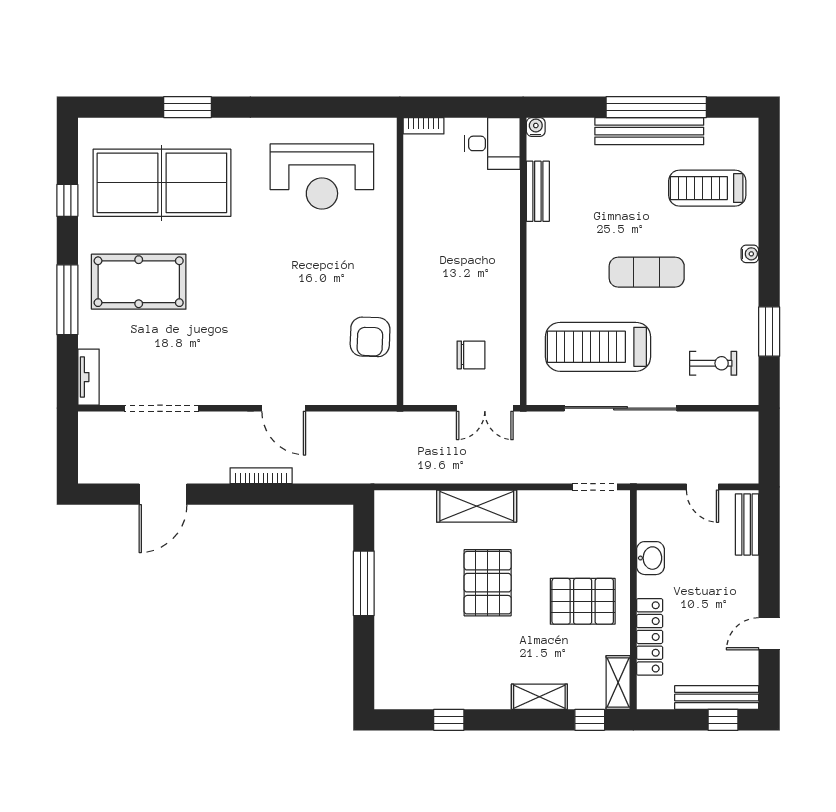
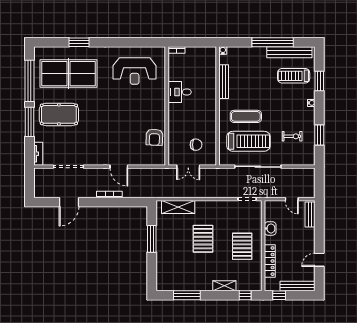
bench: (649, 131) -> (289, 52), moved
desk: (492, 143) -> (180, 92), moved, turned 180
bench: (538, 191) -> (224, 82), width x1.36
window: (67, 200) -> (29, 81), width x3.17
window: (769, 201) -> (319, 81), added
exercise mat: (647, 272) -> (246, 116), moved
treadmill: (598, 347) -> (249, 141), turned 180
exercise bike: (713, 363) -> (292, 136), moved
double door: (485, 408) -> (188, 167), moved
shelving: (477, 506) -> (178, 207), moved
pallet: (583, 601) -> (242, 246), turned 90
shelving: (618, 682) -> (257, 280), removed
window: (449, 720) -> (187, 295), width x2.17
window: (723, 720) -> (279, 295), moved

